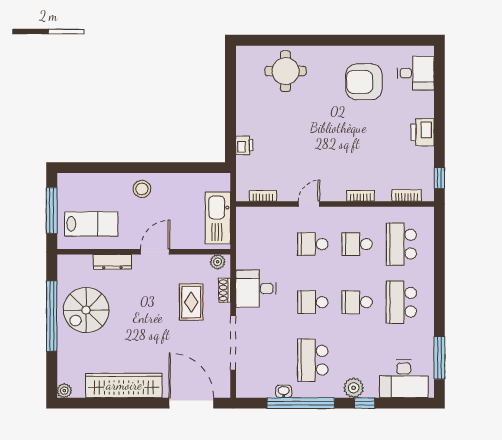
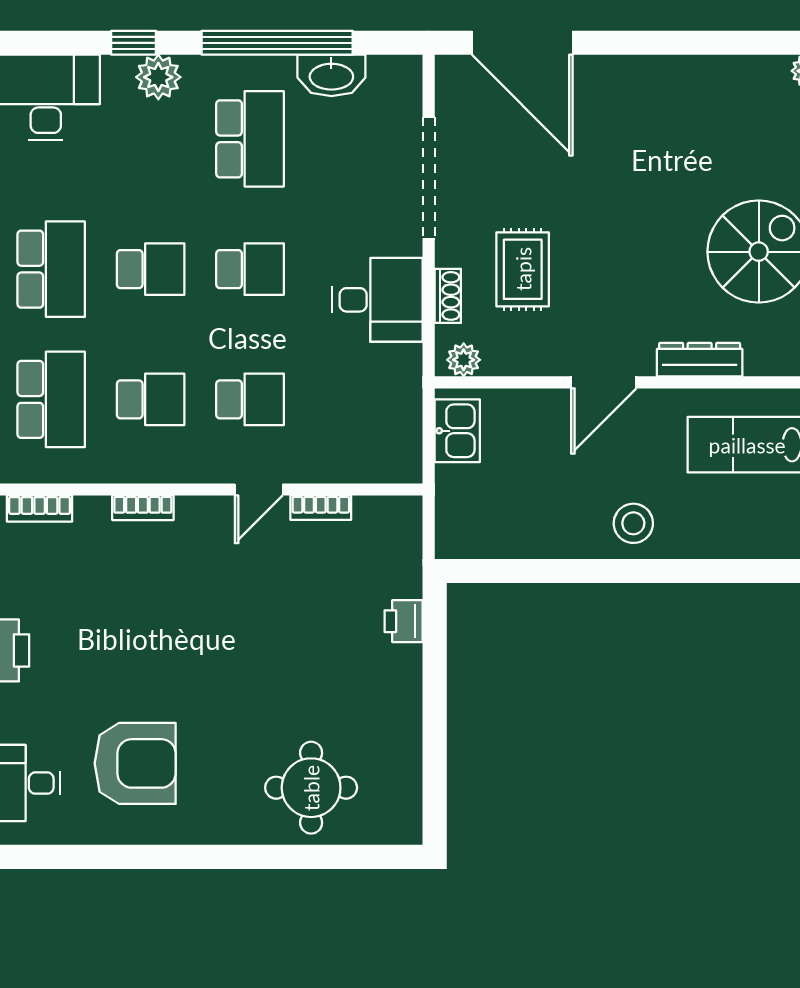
bookcase: (263, 196) -> (321, 508), moved
kitchen sink: (218, 218) -> (457, 431), width x0.53, depth x0.81
wardrobe: (124, 385) -> (674, 82), removed
washbasin: (284, 391) -> (331, 75), width x1.91, depth x1.45

